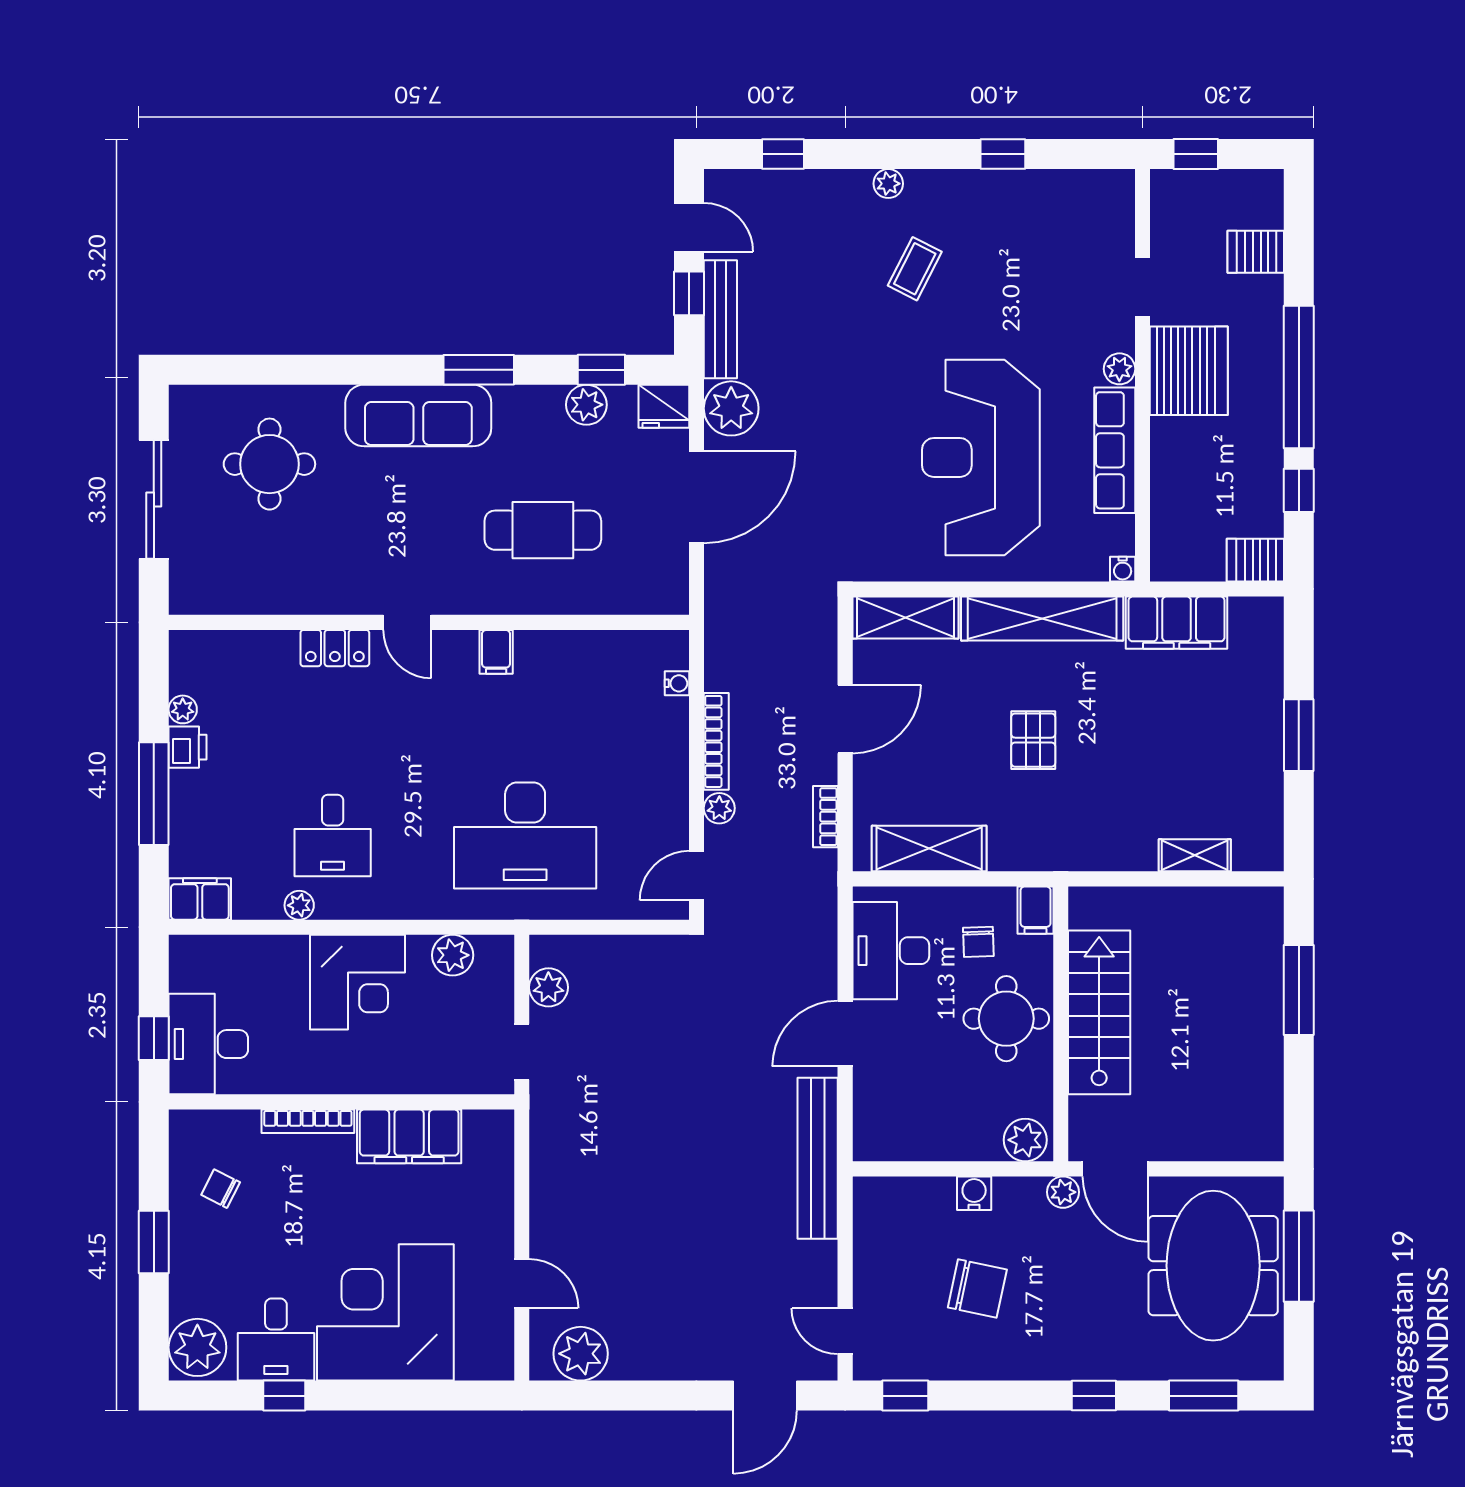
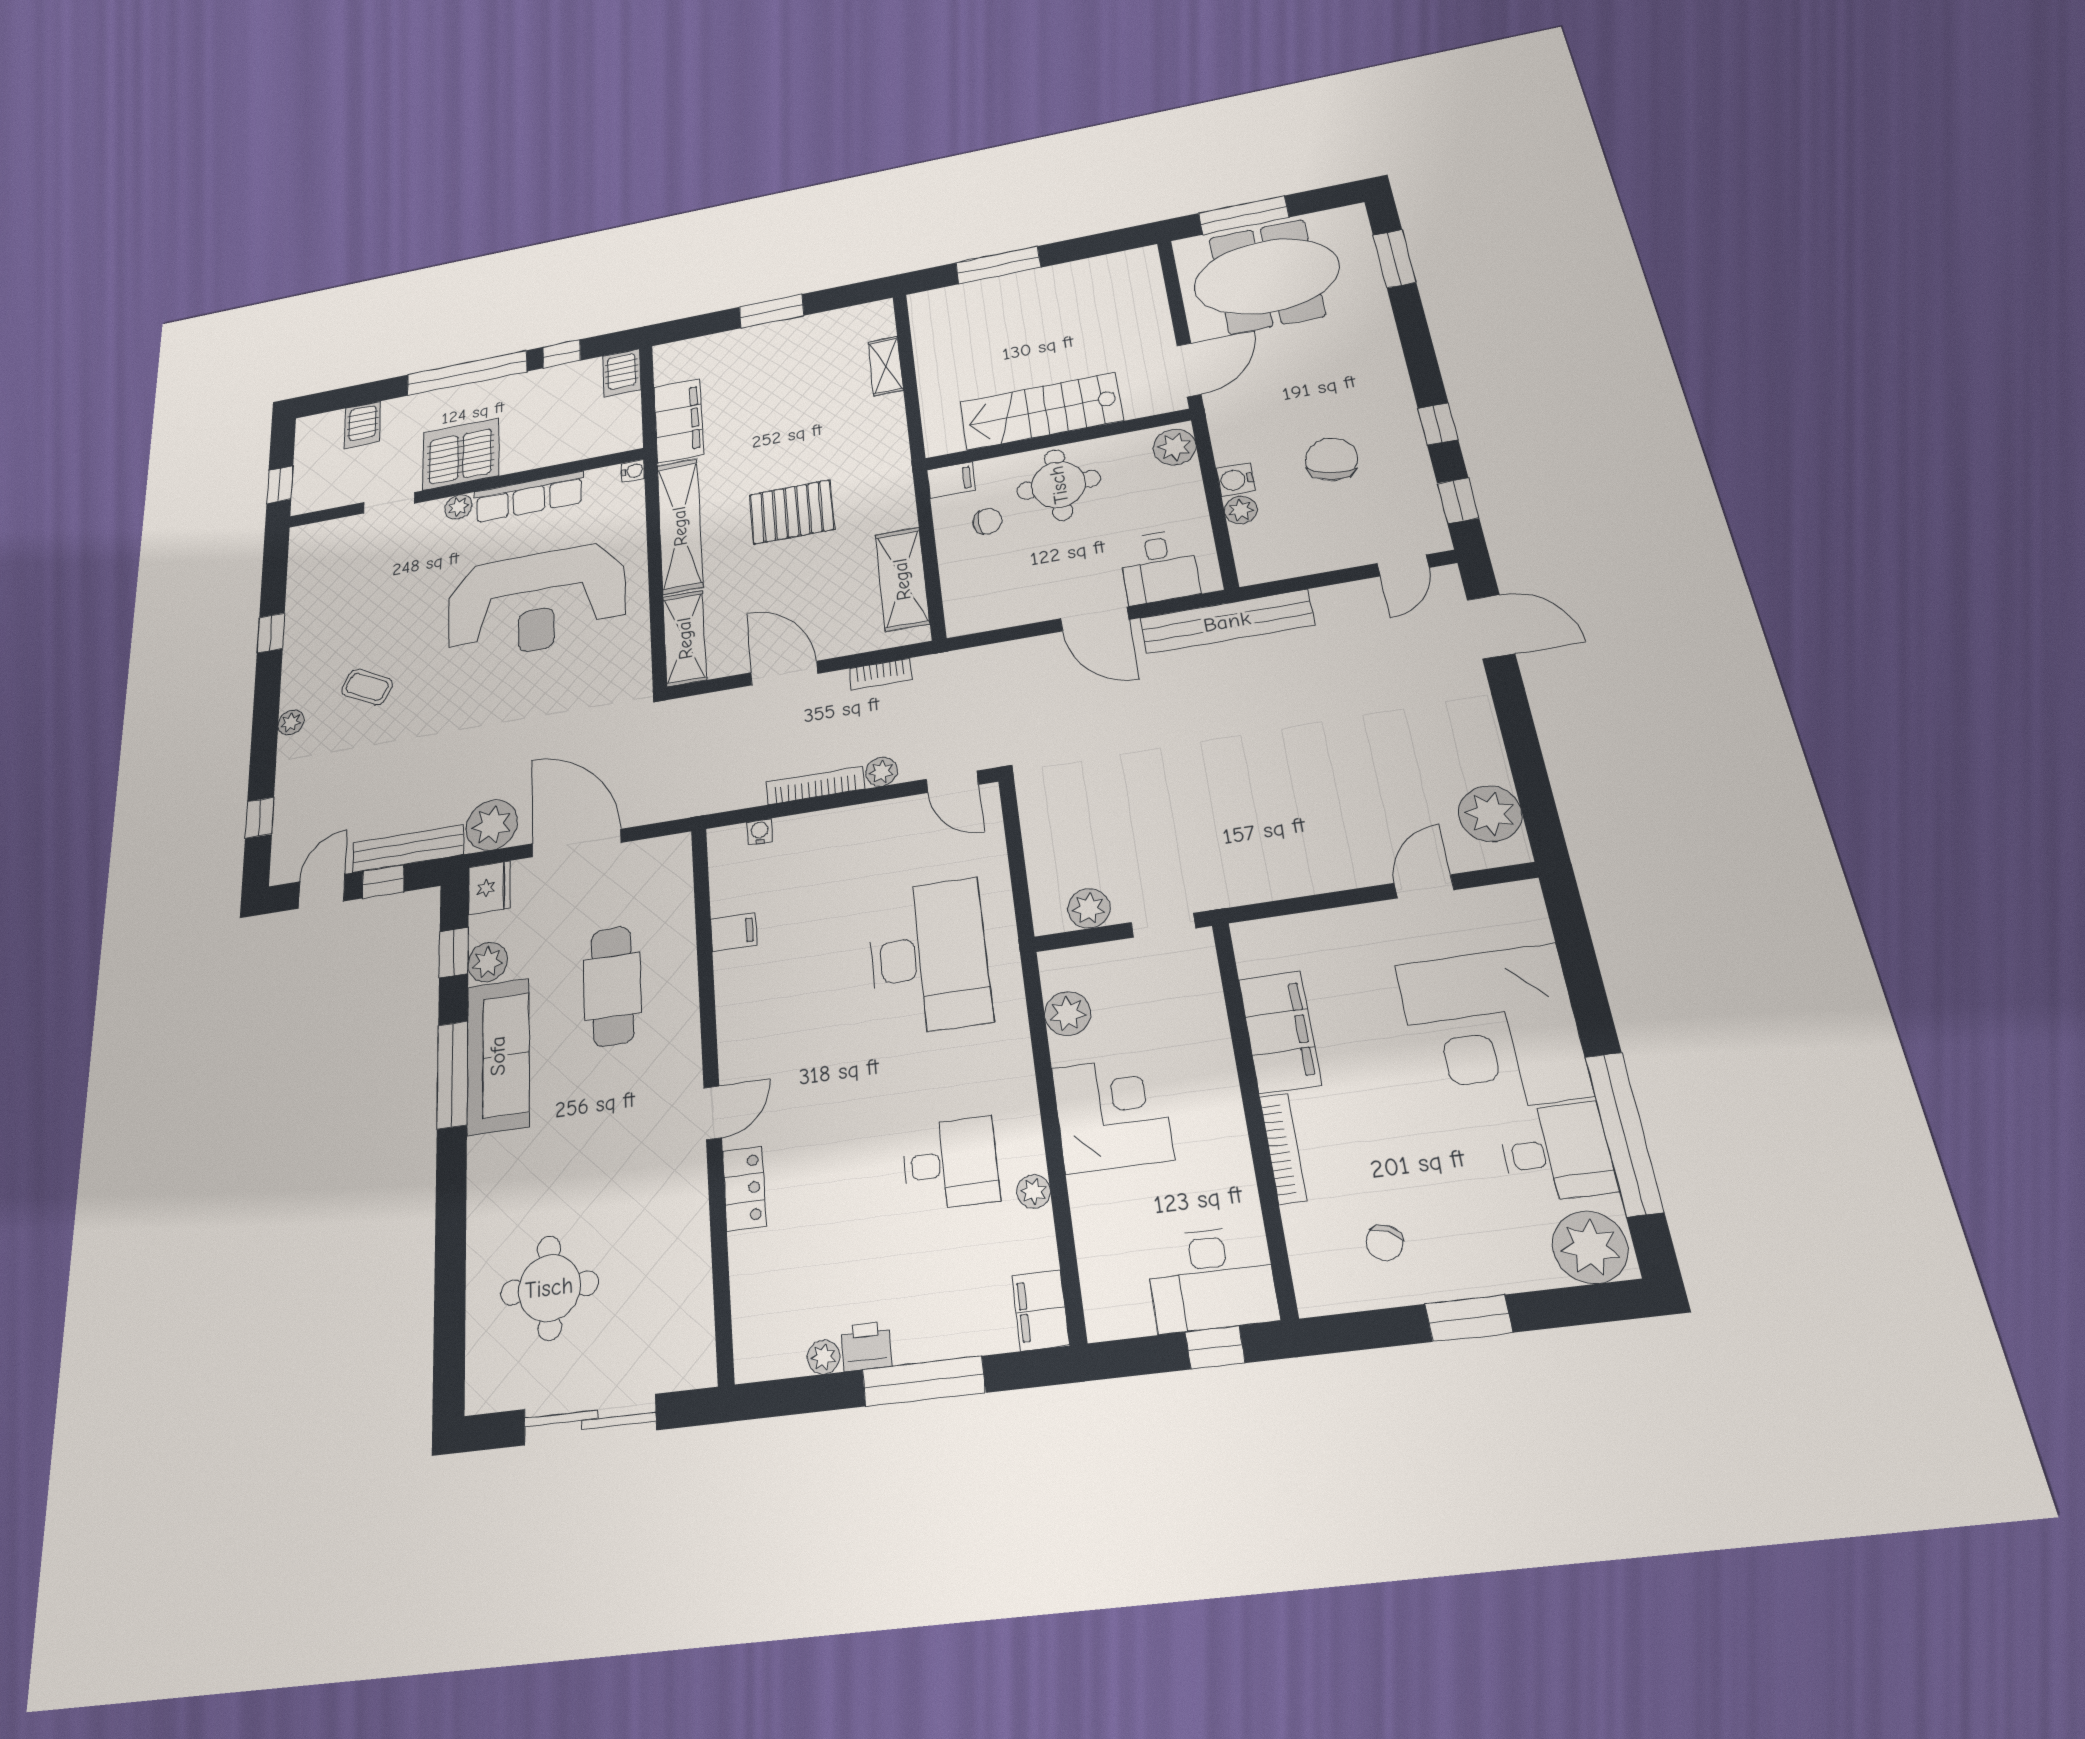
window: (479, 370) -> (452, 1075), width x1.44
sofa: (418, 415) -> (498, 1056), moved
filing cabinet: (496, 652) -> (734, 932), moved
pallet: (1033, 740) -> (792, 512), width x1.50, depth x1.42
desk: (891, 951) -> (1159, 567), moved, width x0.73
plant: (1063, 1192) -> (1241, 510), moved
window: (284, 1396) -> (1624, 1133), width x3.17
window: (1094, 1396) -> (1438, 424), moved

